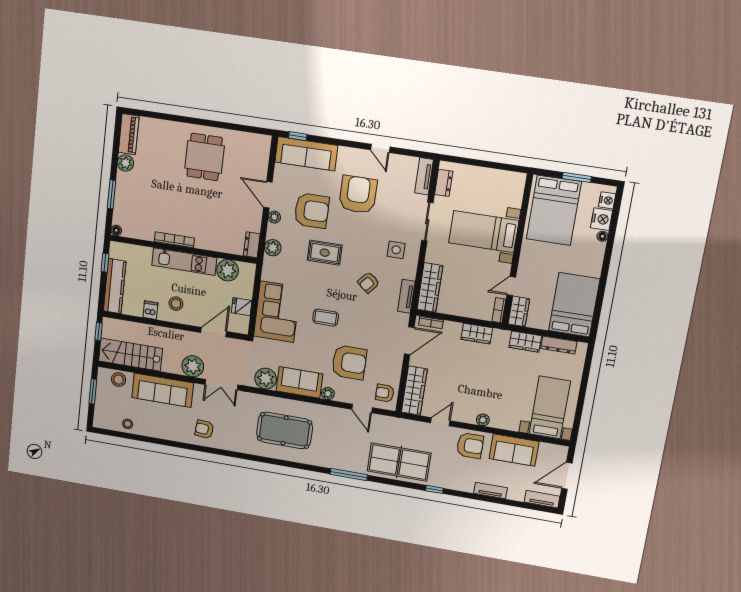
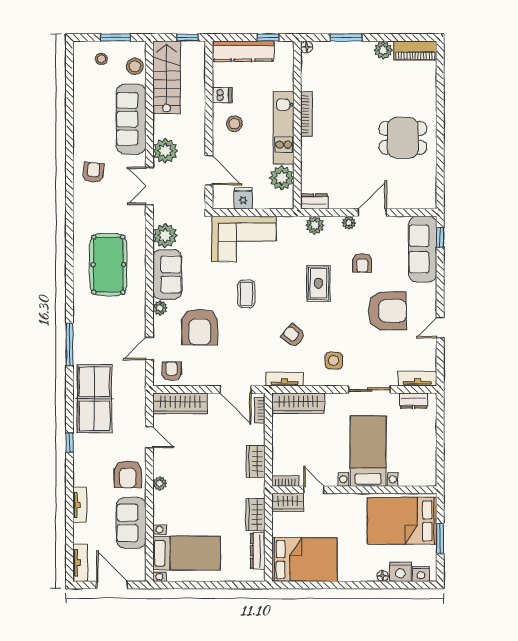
armchair: (312, 211) -> (362, 263), width x0.53, depth x0.53
stool: (128, 424) -> (101, 59), moved

